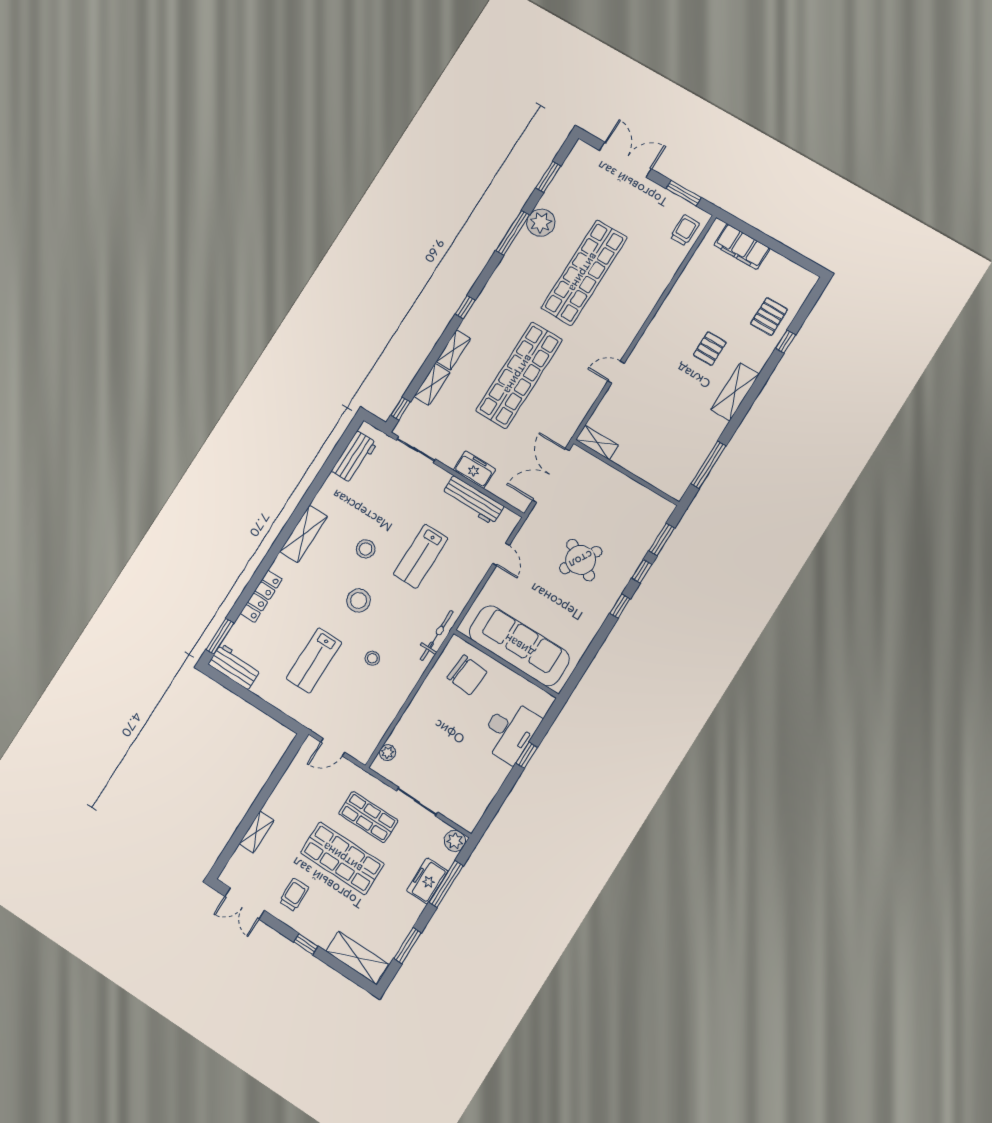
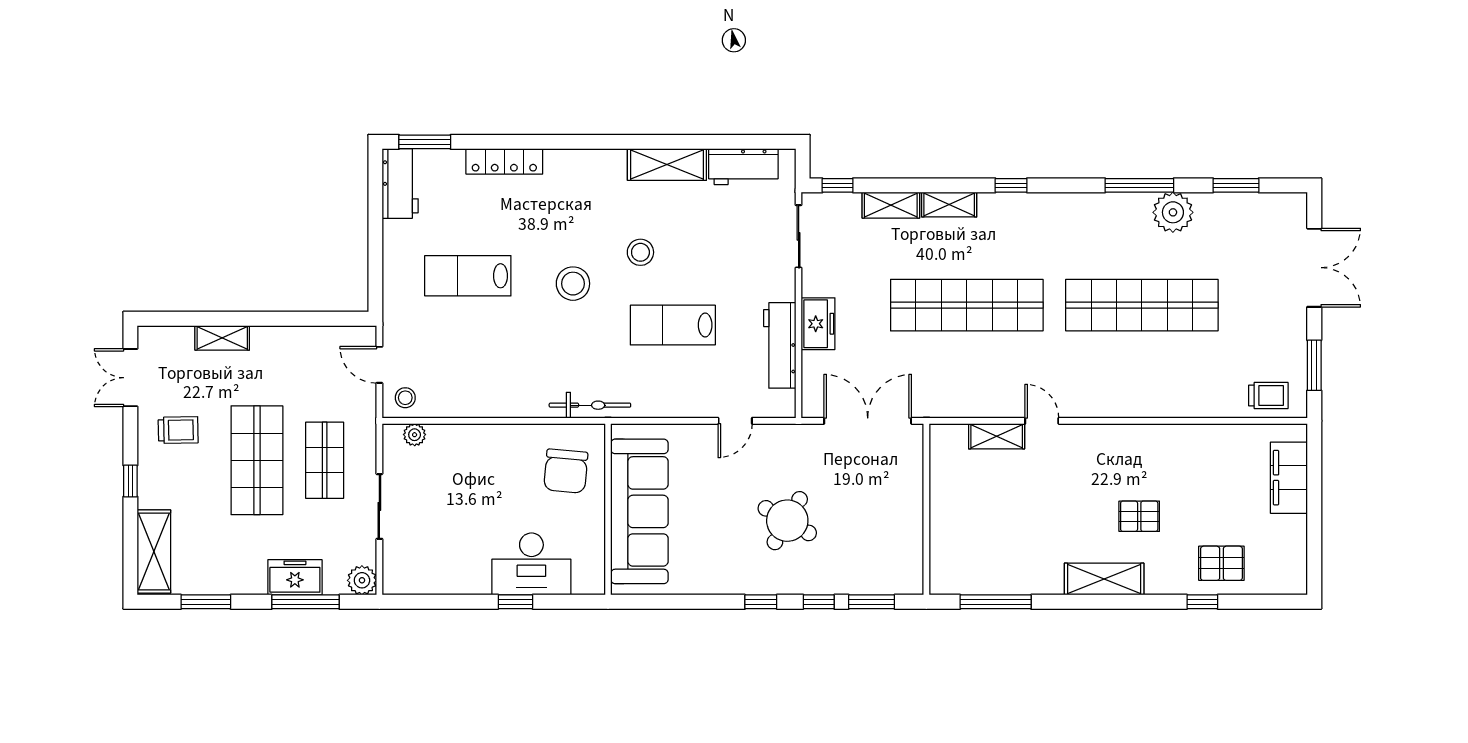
shelving: (597, 442) -> (997, 436), moved, turned 90
shelving: (304, 534) -> (667, 164), moved
stool: (372, 658) -> (405, 398), moved

